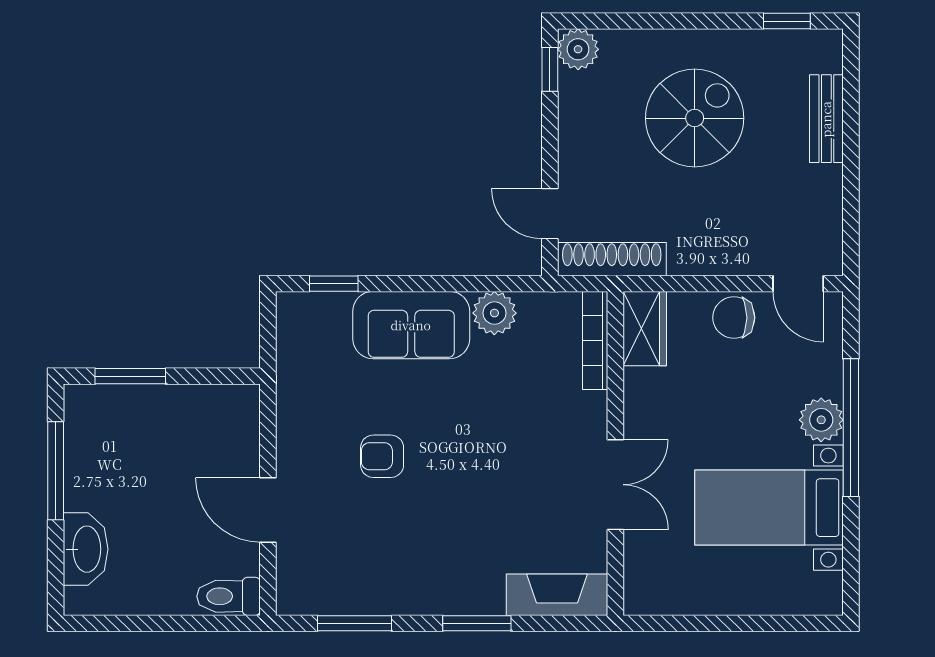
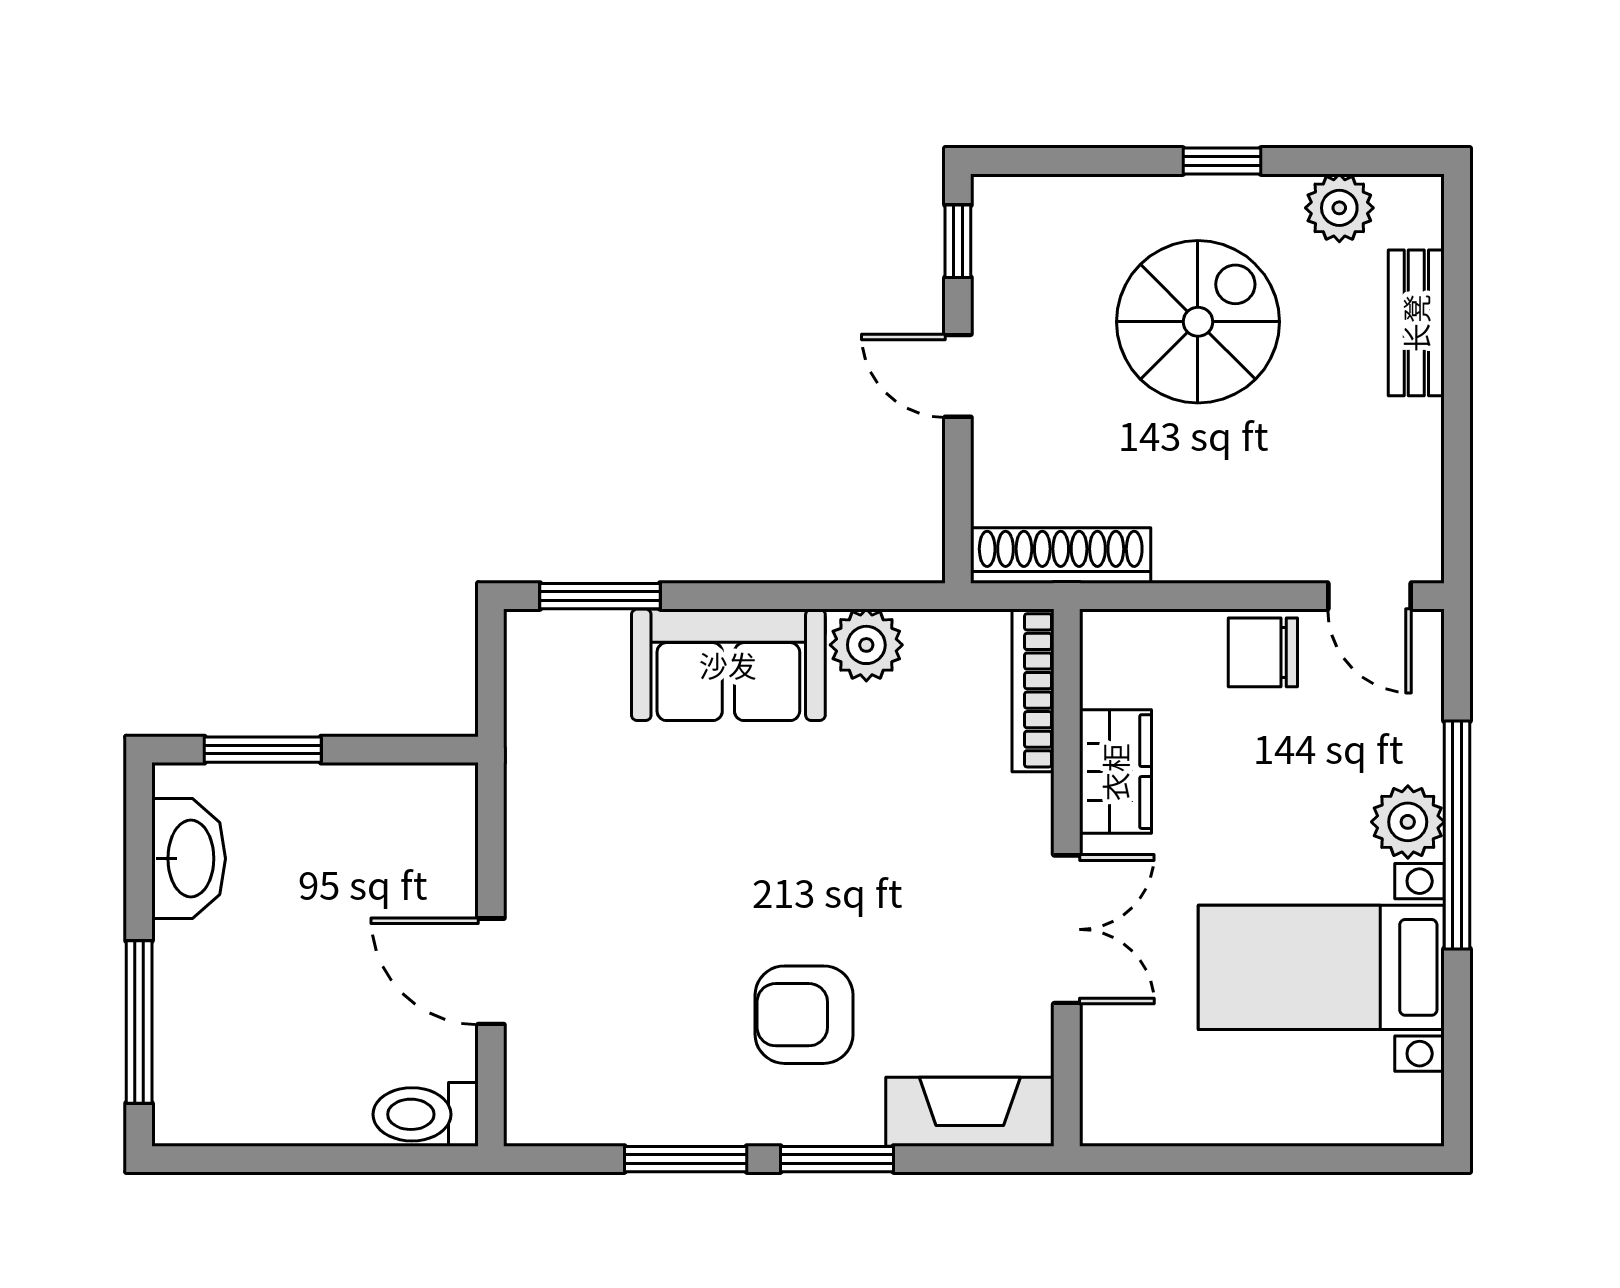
window: (787, 21) -> (1222, 161), moved
plant: (578, 49) -> (1339, 208), moved
door: (550, 214) -> (958, 376), moved
window: (334, 284) -> (600, 596), width x1.50
wardrobe: (645, 329) -> (1115, 772), moved
armchair: (382, 456) -> (804, 1015), moved, width x1.38, depth x1.38
window: (56, 471) -> (139, 1022), moved
washbasin: (86, 549) -> (189, 859), moved
window: (354, 623) -> (686, 1159), moved

